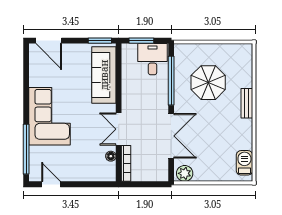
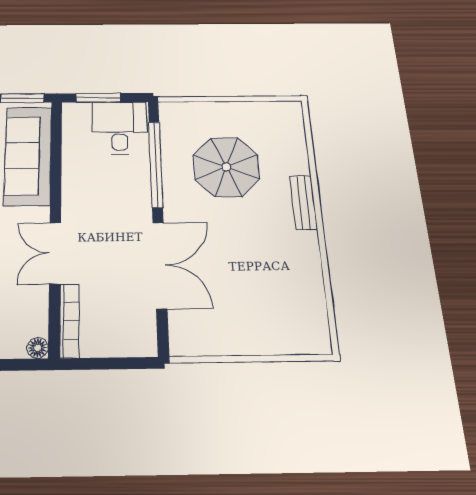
floor lamp: (111, 156) -> (38, 348), moved
barbecue: (244, 163) -> (312, 316), removed
plant: (185, 173) -> (191, 340), removed

